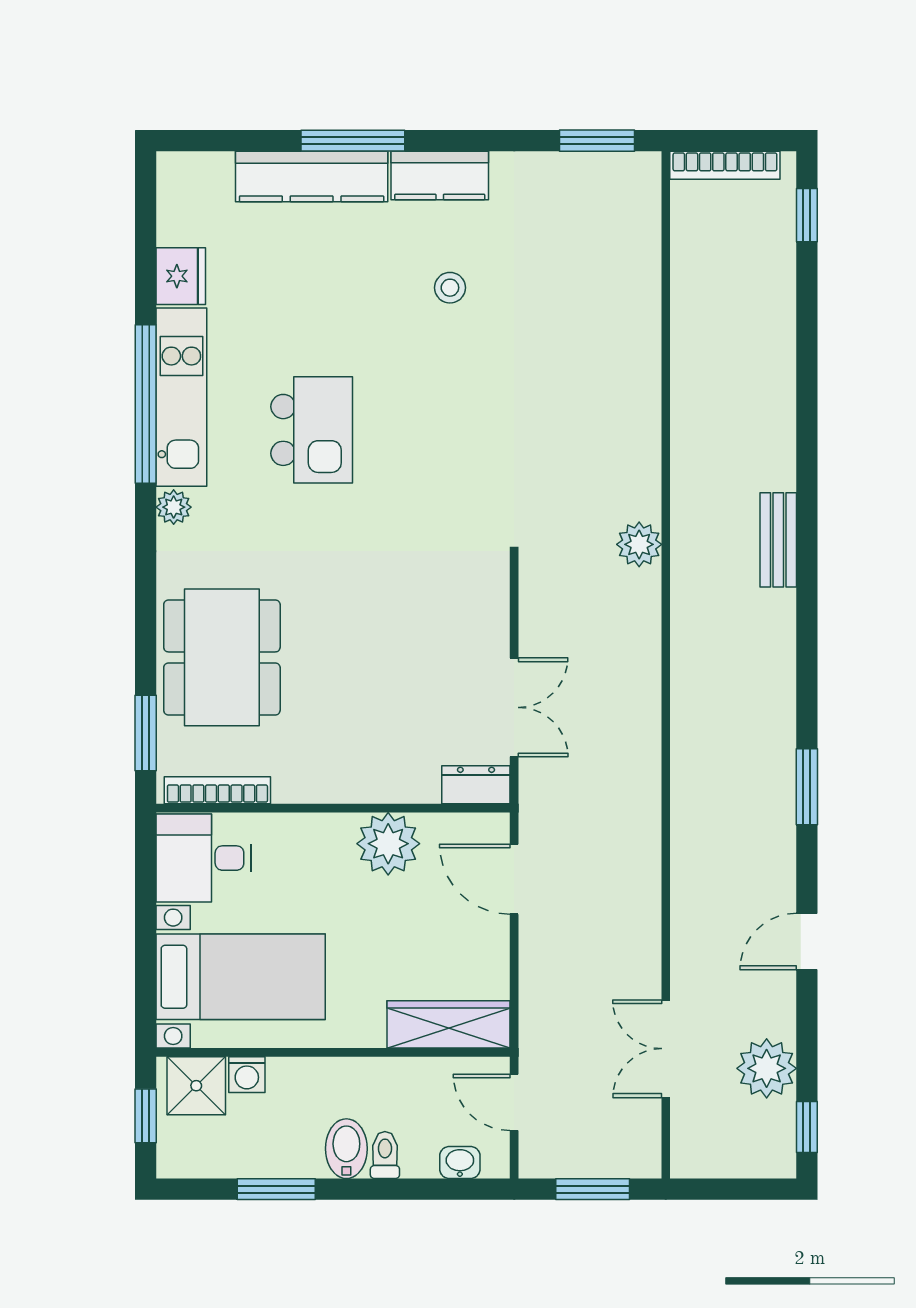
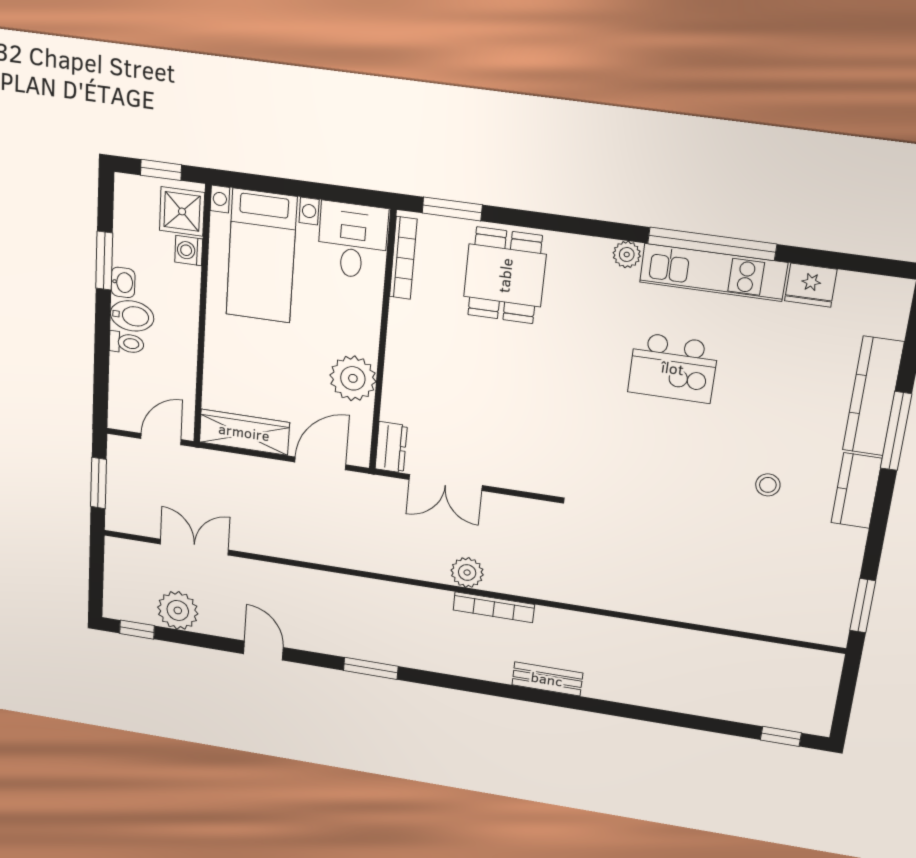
bookcase: (725, 165) -> (494, 607), moved, turned -90
plant: (639, 544) -> (467, 573), moved
dining table: (222, 657) -> (505, 275), width x0.73
wardrobe: (449, 1024) -> (244, 432), moved, turned -90
washbasin: (460, 1162) -> (123, 282), moved

